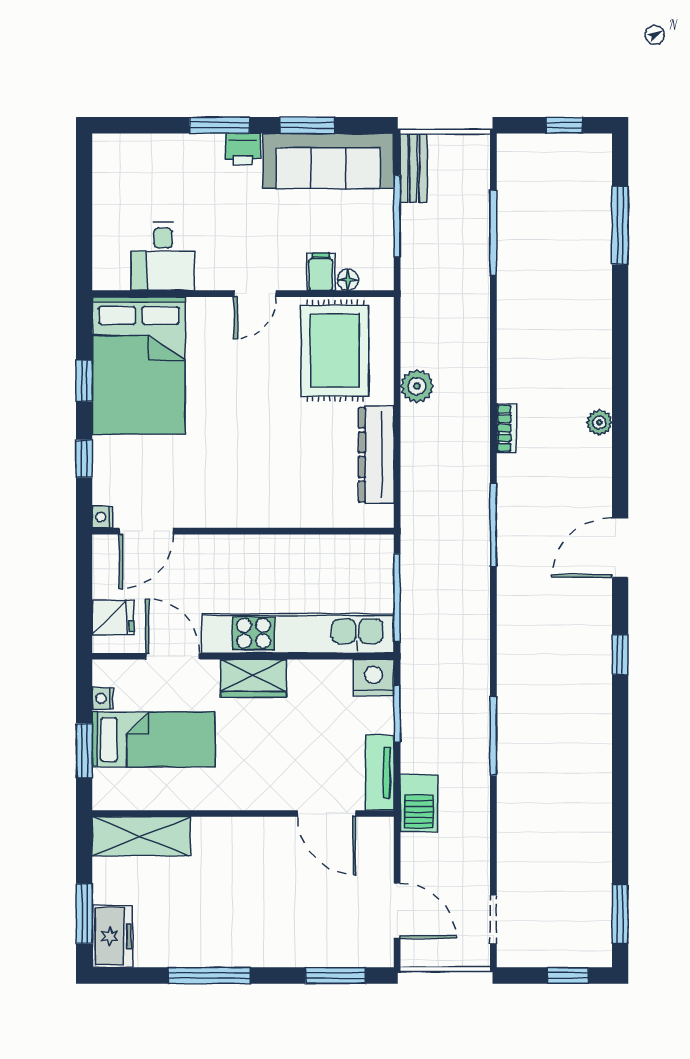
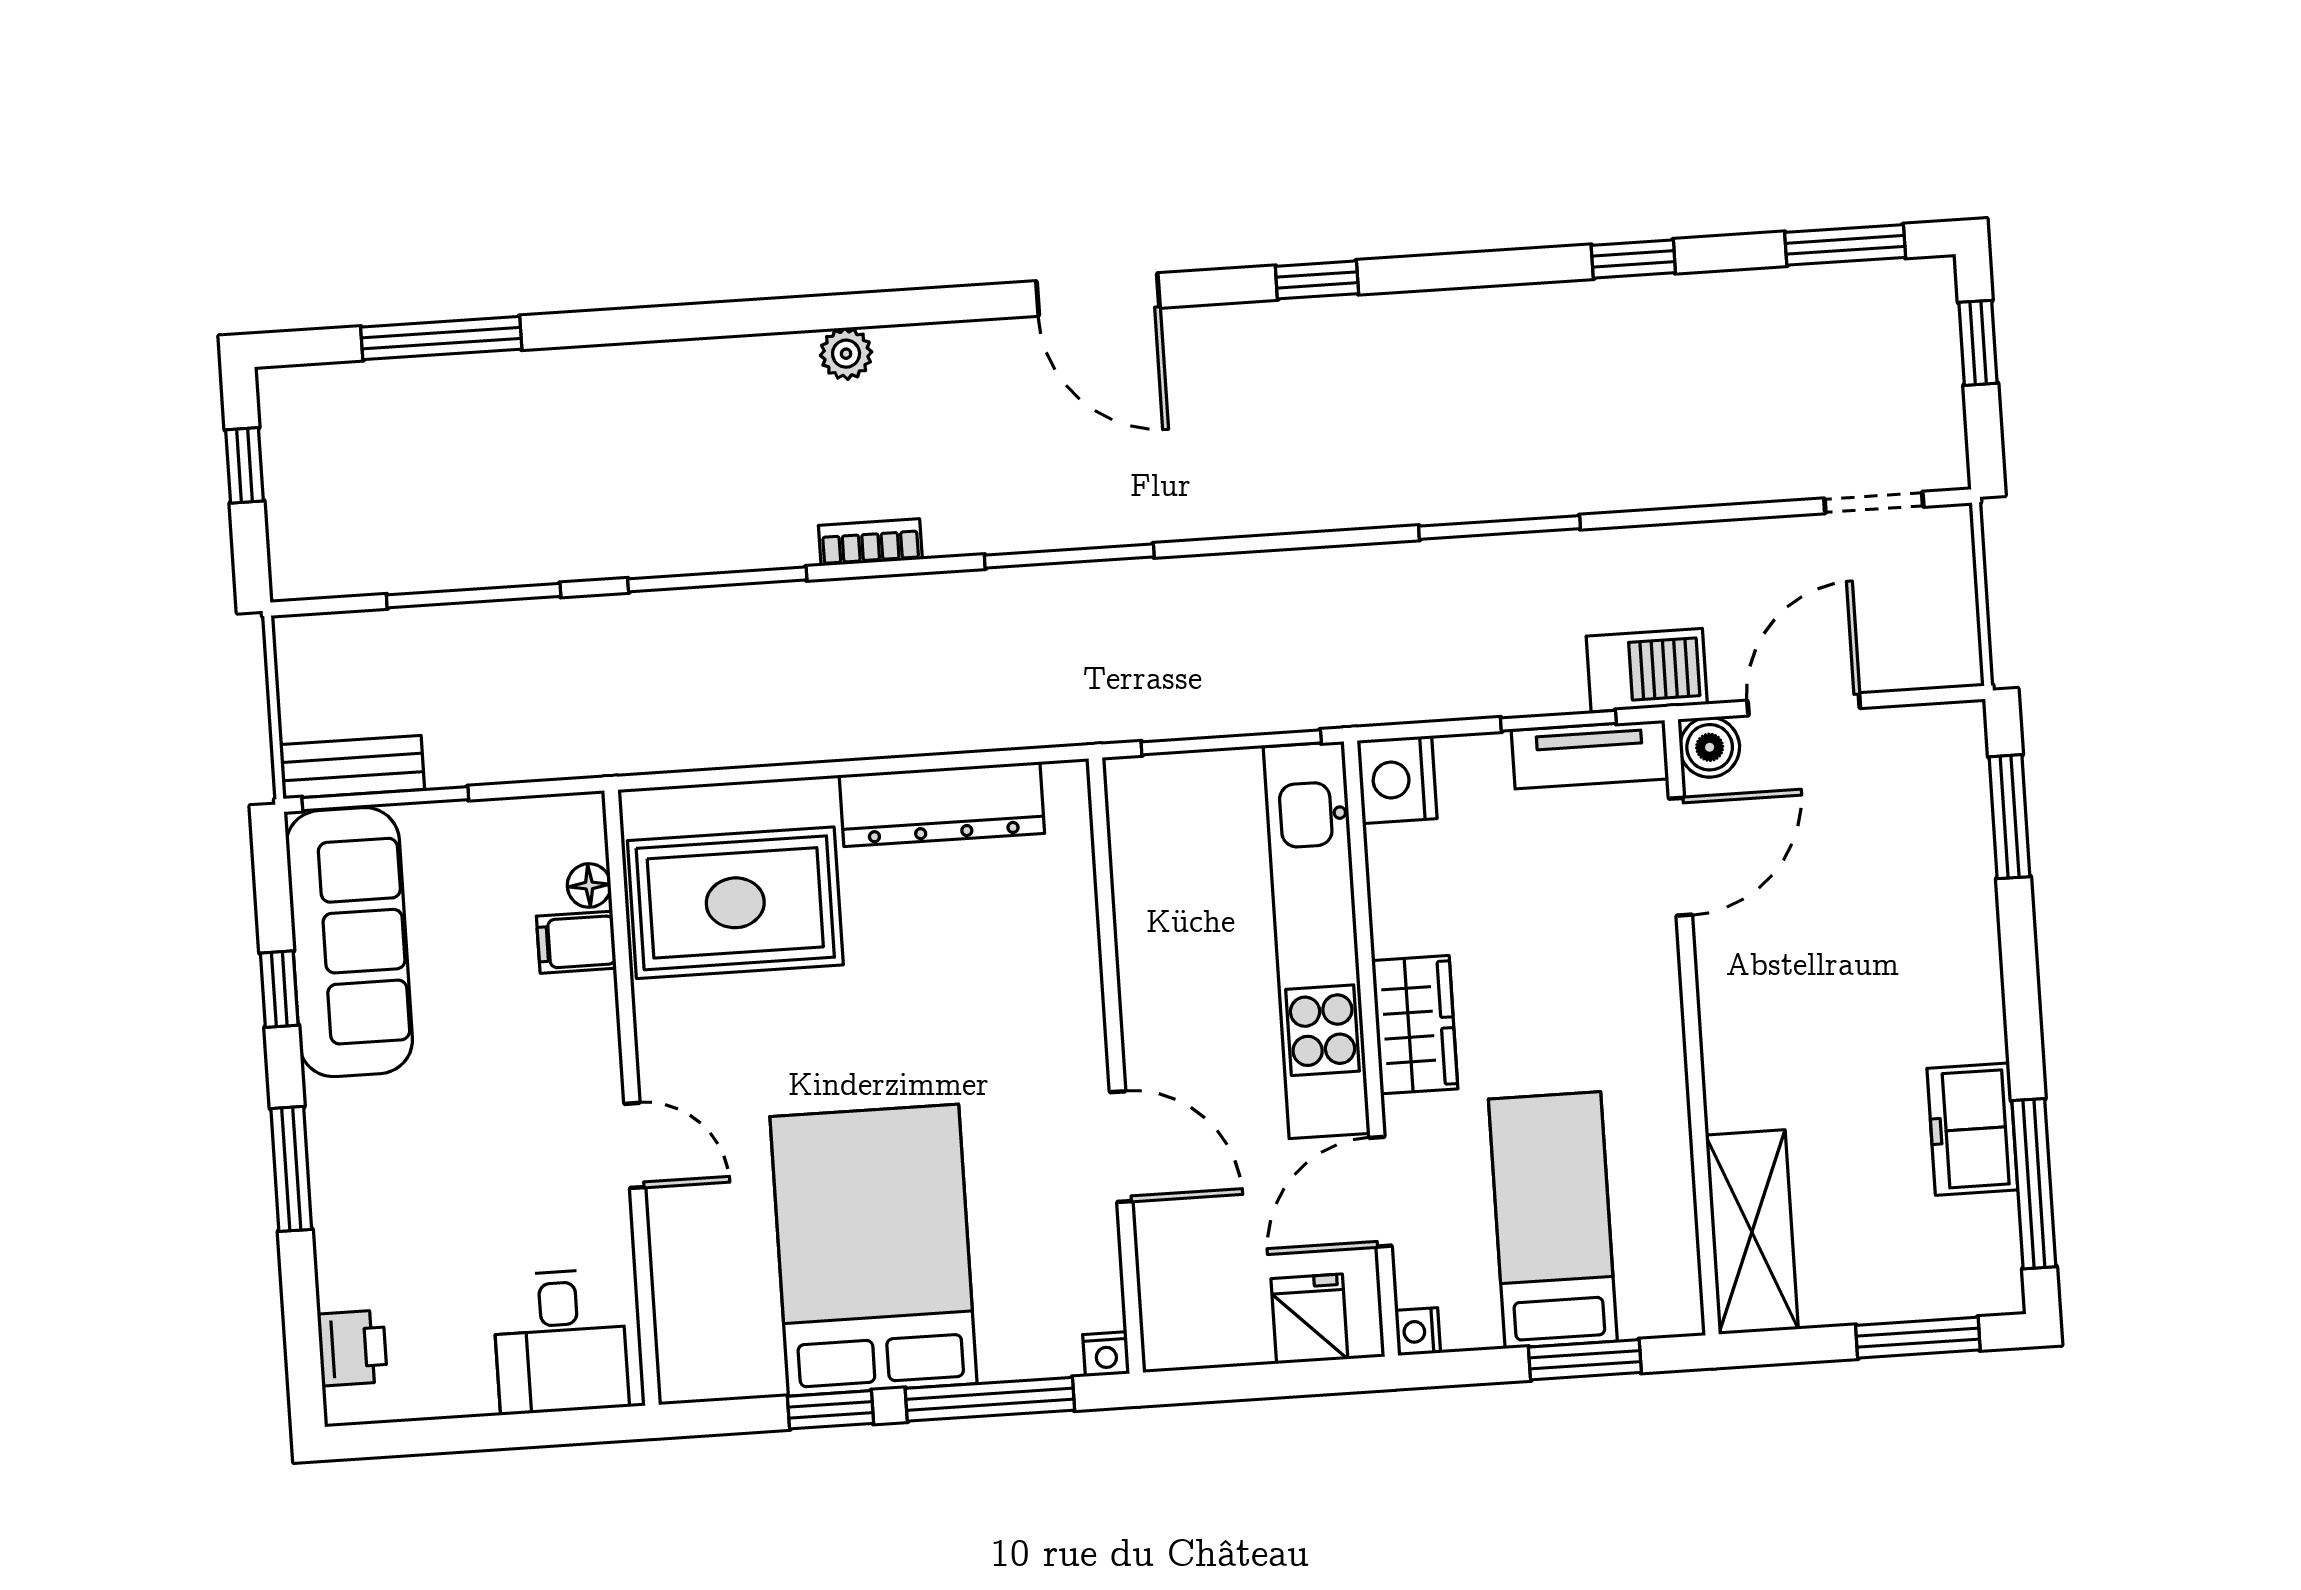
window: (307, 125) -> (279, 989), width x0.67
printer: (243, 149) -> (352, 1348), moved
window: (397, 216) -> (385, 799), moved
desk: (163, 256) -> (560, 1342), moved, turned 90
door: (255, 294) -> (635, 1145), moved
window: (493, 352) -> (717, 579), added
bed: (139, 365) -> (873, 1250), moved, turned -90
plant: (417, 386) -> (797, 731), removed
window: (84, 459) -> (990, 1399), width x2.17
door: (146, 531) -> (1121, 1147), moved
nightstand: (103, 698) -> (1418, 1332), moved, turned 90
window: (397, 714) -> (1558, 721), moved
window: (620, 810) -> (1633, 259), added
boiler: (379, 831) -> (1710, 747), added
door: (397, 911) -> (1804, 704), moved
freezer: (112, 936) -> (1972, 1129), moved, turned -90
window: (209, 975) -> (2034, 1184), moved

